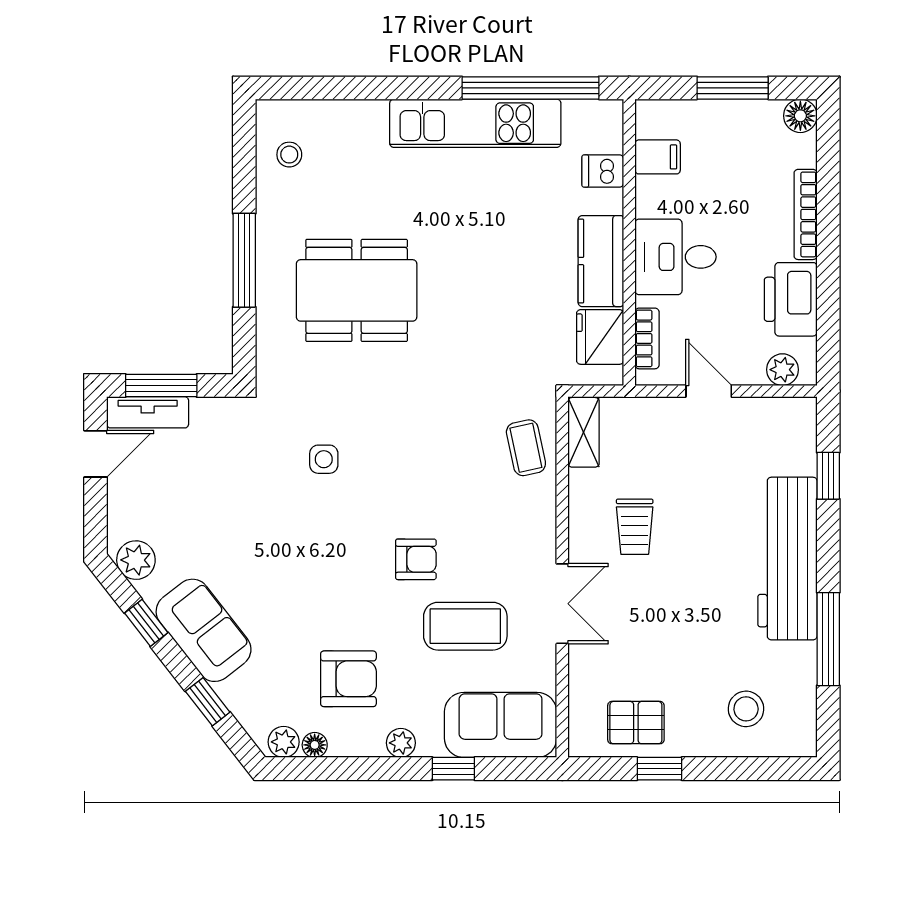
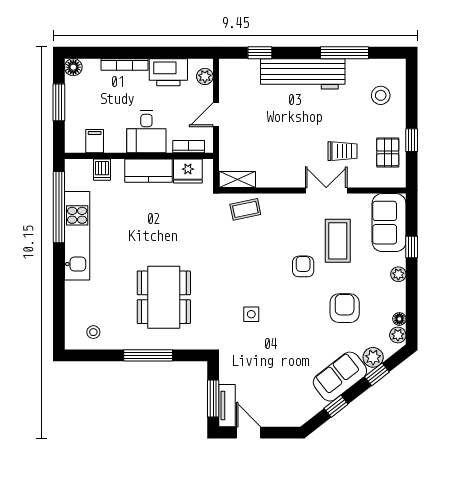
trolley: (635, 527) -> (343, 151), moved
plant: (136, 560) -> (373, 357), moved
armchair: (348, 679) -> (345, 308), moved

